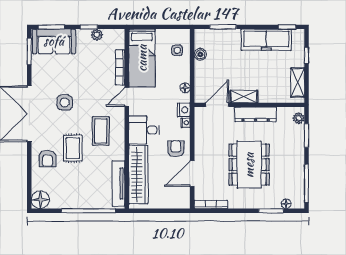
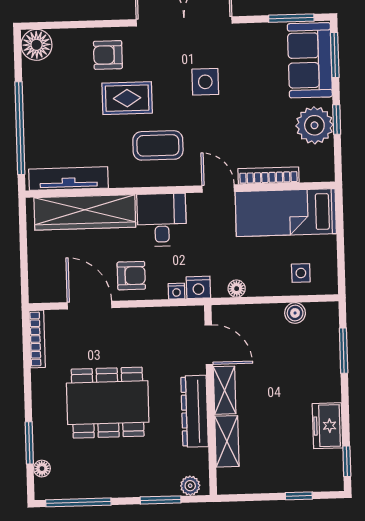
plant: (97, 35) -> (314, 125), width x1.88, depth x1.88
freezer: (266, 40) -> (328, 426), width x0.52, depth x0.79
shelving: (298, 83) -> (227, 441), moved, turned 90

